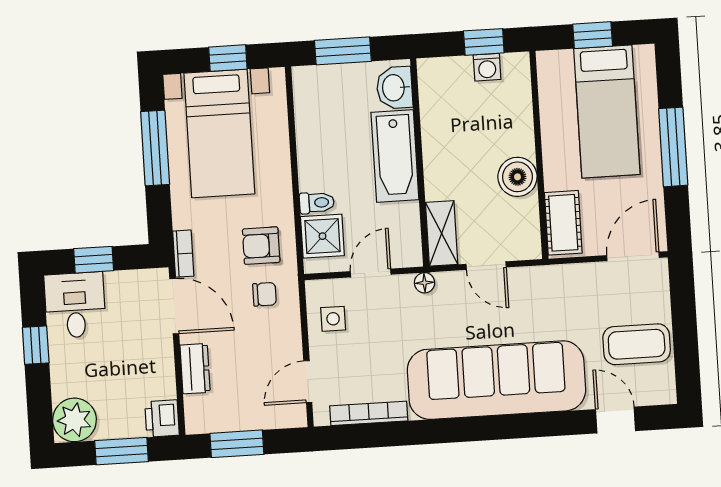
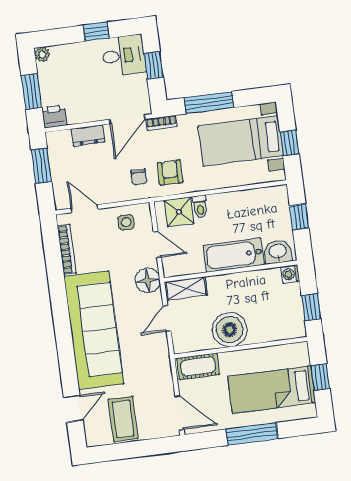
window: (343, 51) -> (299, 217), width x0.67
washing machine: (487, 67) -> (290, 274), moved
window: (155, 148) -> (209, 103), moved
boiler: (517, 177) -> (230, 330), width x1.37, depth x1.37
floor lamp: (425, 283) -> (148, 280), width x1.89, depth x1.89
plant: (74, 420) -> (42, 54), width x0.53, depth x0.53

